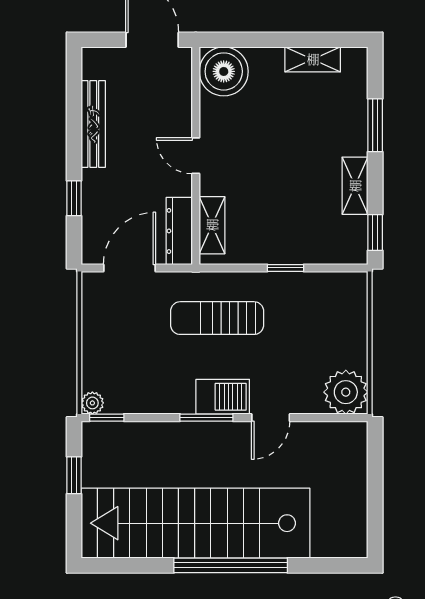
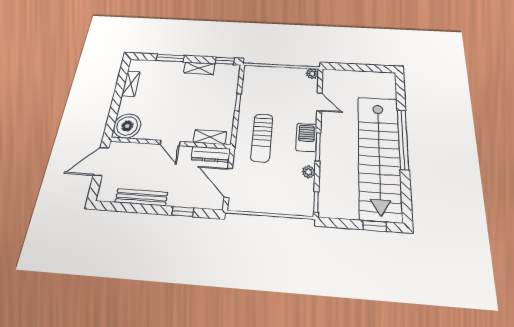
door: (196, 156) -> (170, 143), hinge flipped
plant: (346, 392) -> (312, 74), width x0.53, depth x0.53
plant: (92, 403) -> (308, 172), moved
door: (271, 418) -> (319, 102), moved
window: (74, 475) -> (375, 226), moved

